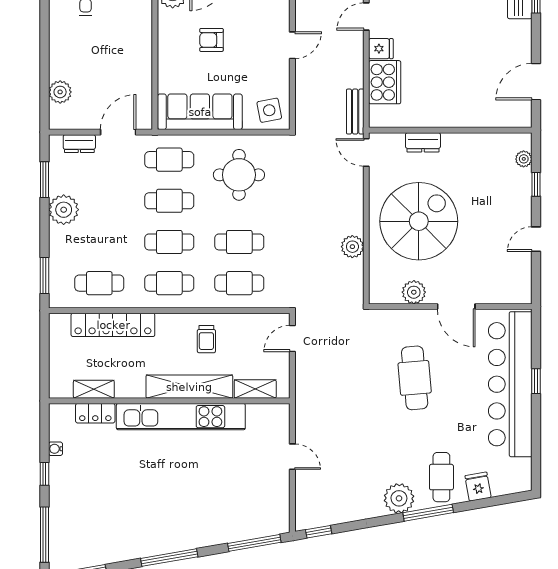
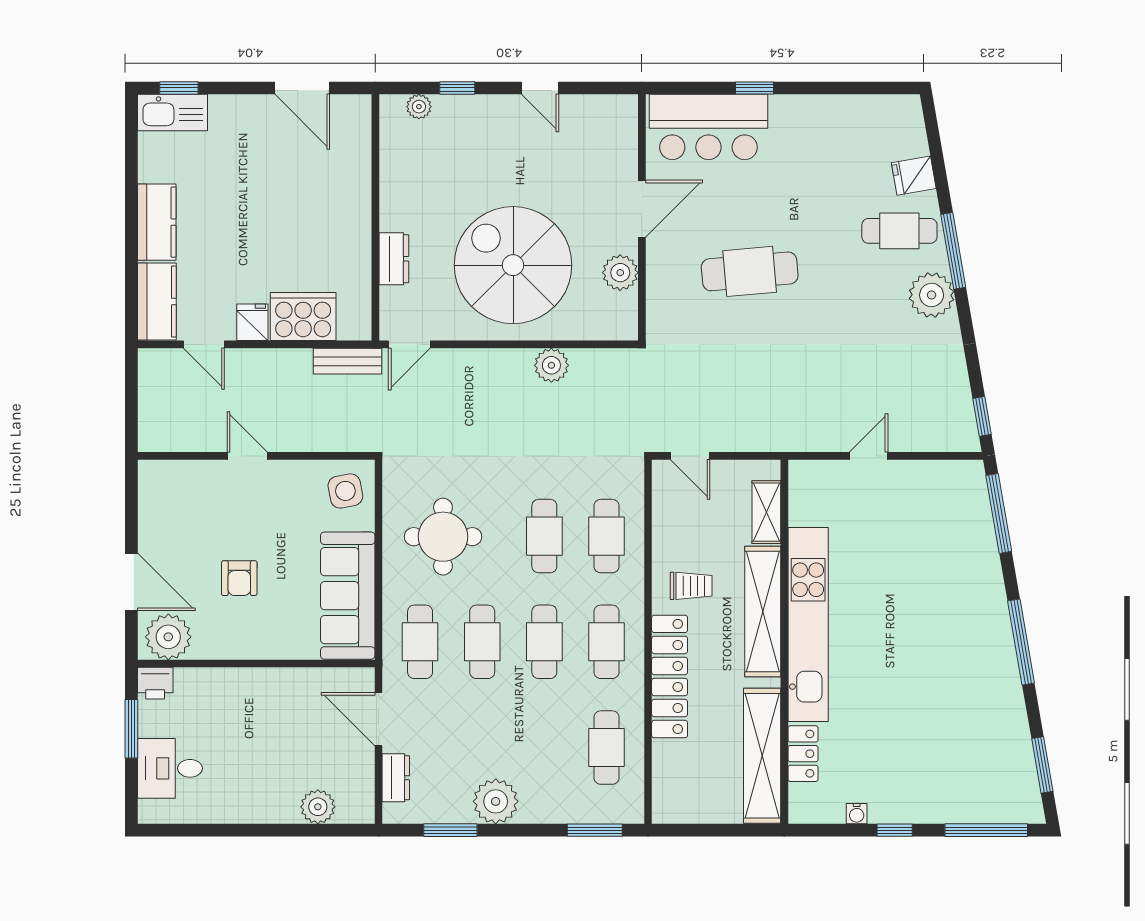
locker: (113, 325) -> (670, 676), moved
bar counter: (510, 384) -> (708, 127), width x0.54
shelving: (94, 389) -> (762, 756), width x2.20, depth x1.33

